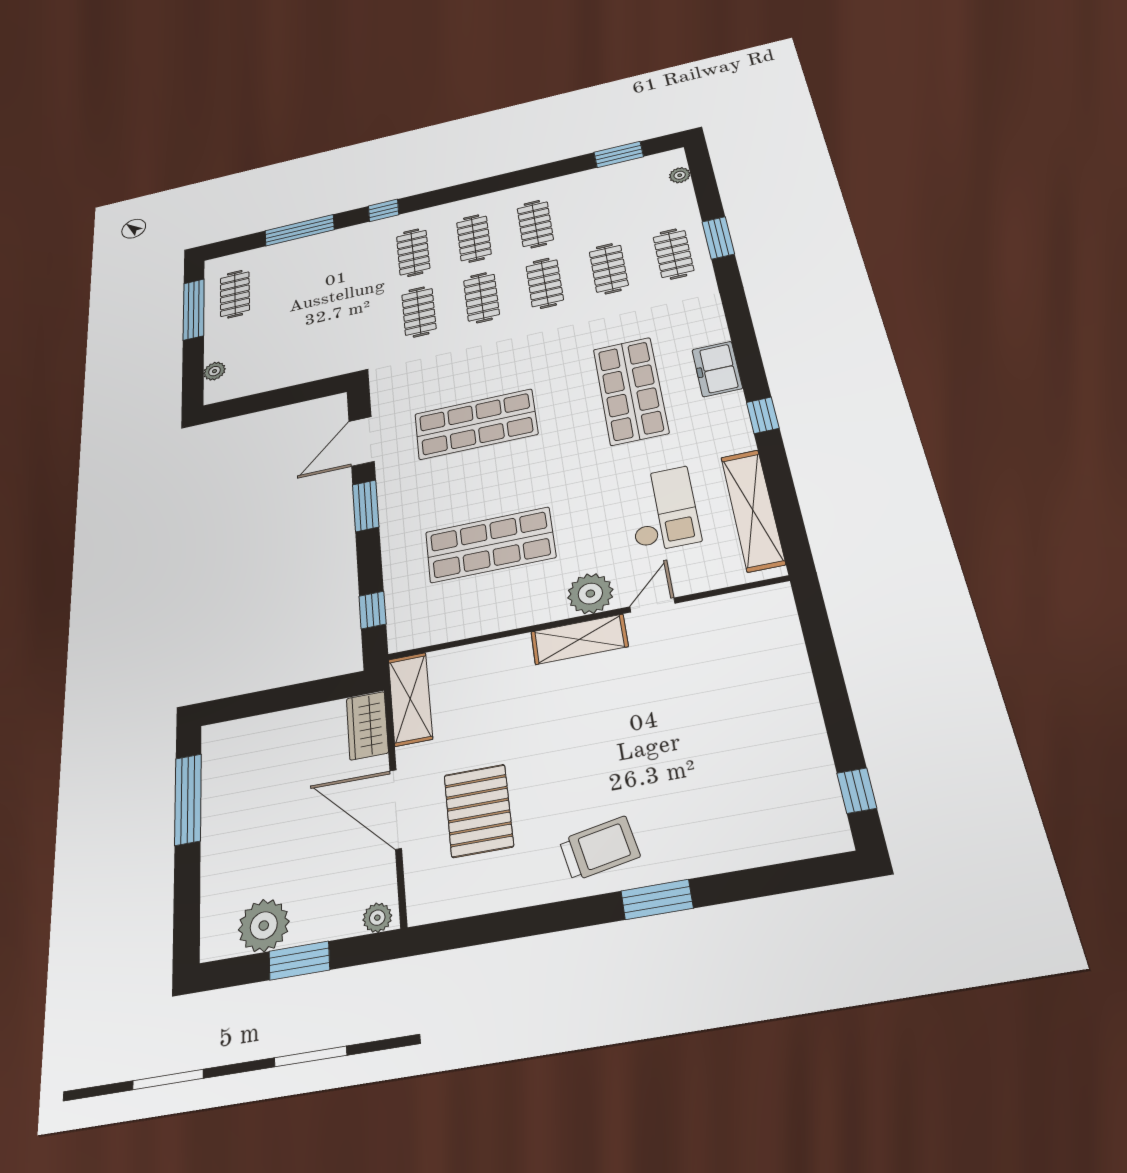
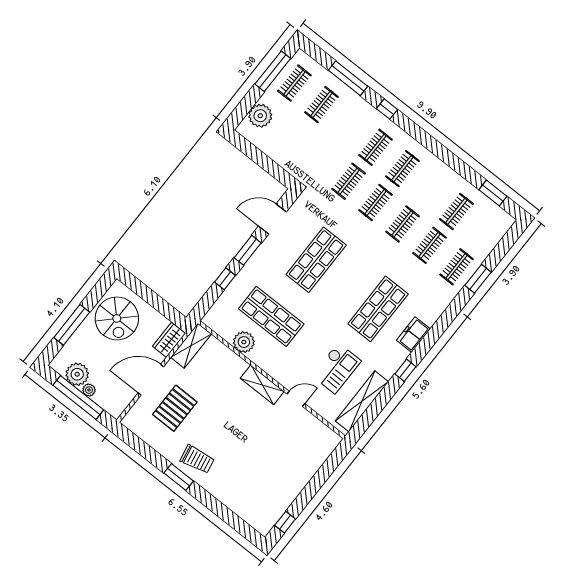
plant: (680, 175) -> (500, 232), removed
clothes rail: (535, 224) -> (456, 211), moved
clothes rail: (294, 280) -> (321, 104), added
plant: (214, 371) -> (260, 116), width x1.87, depth x1.87
shop shelf: (476, 424) -> (316, 260), turned 90
plant: (590, 594) -> (244, 342), moved
window: (372, 610) -> (225, 279), moved
spiral stairs: (254, 779) -> (117, 318), added
window: (188, 799) -> (72, 325), moved
door: (396, 809) -> (151, 380), hinge flipped
window: (657, 899) -> (179, 477), moved
plant: (377, 918) -> (89, 390), moved
window: (299, 961) -> (78, 397), width x2.11

